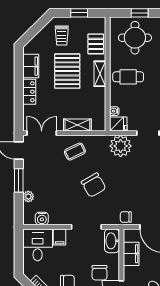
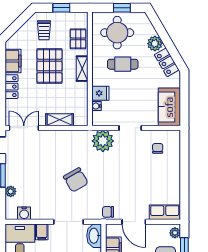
cafe table: (128, 77) -> (123, 64), moved
fridge: (118, 124) -> (100, 93), moved
coffee table: (75, 152) -> (57, 146), removed

